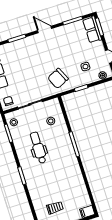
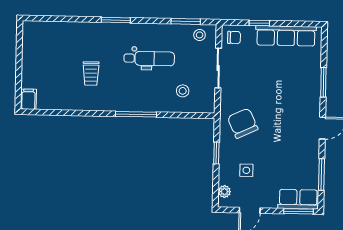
trolley: (55, 208) -> (91, 73), moved

